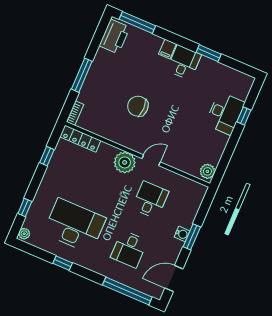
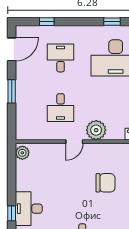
water cooler: (182, 234) -> (21, 90), removed
window: (127, 291) -> (47, 22), width x0.32

